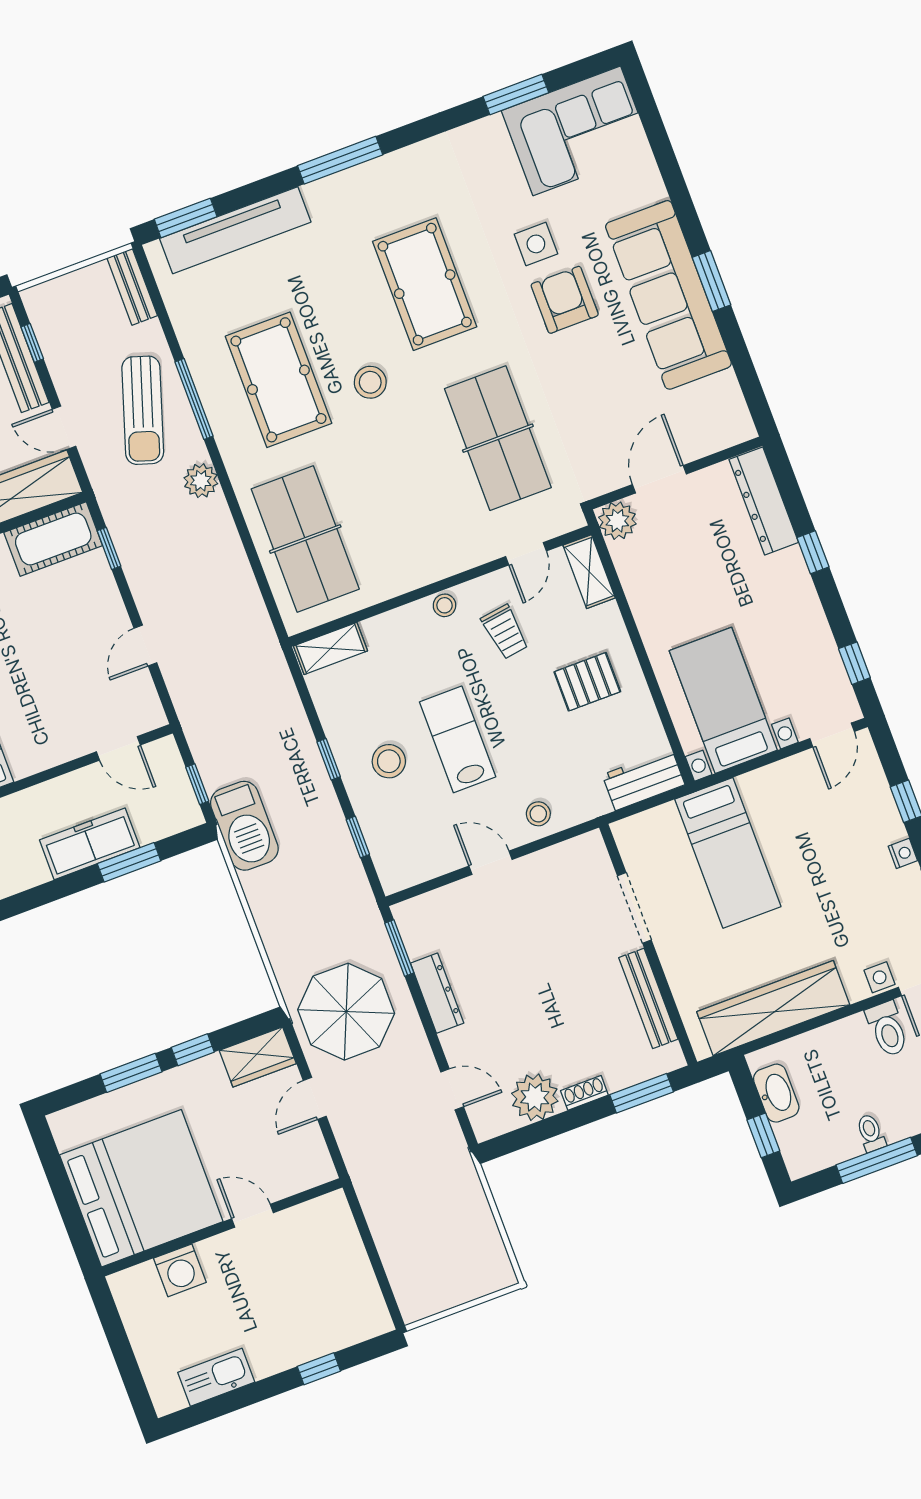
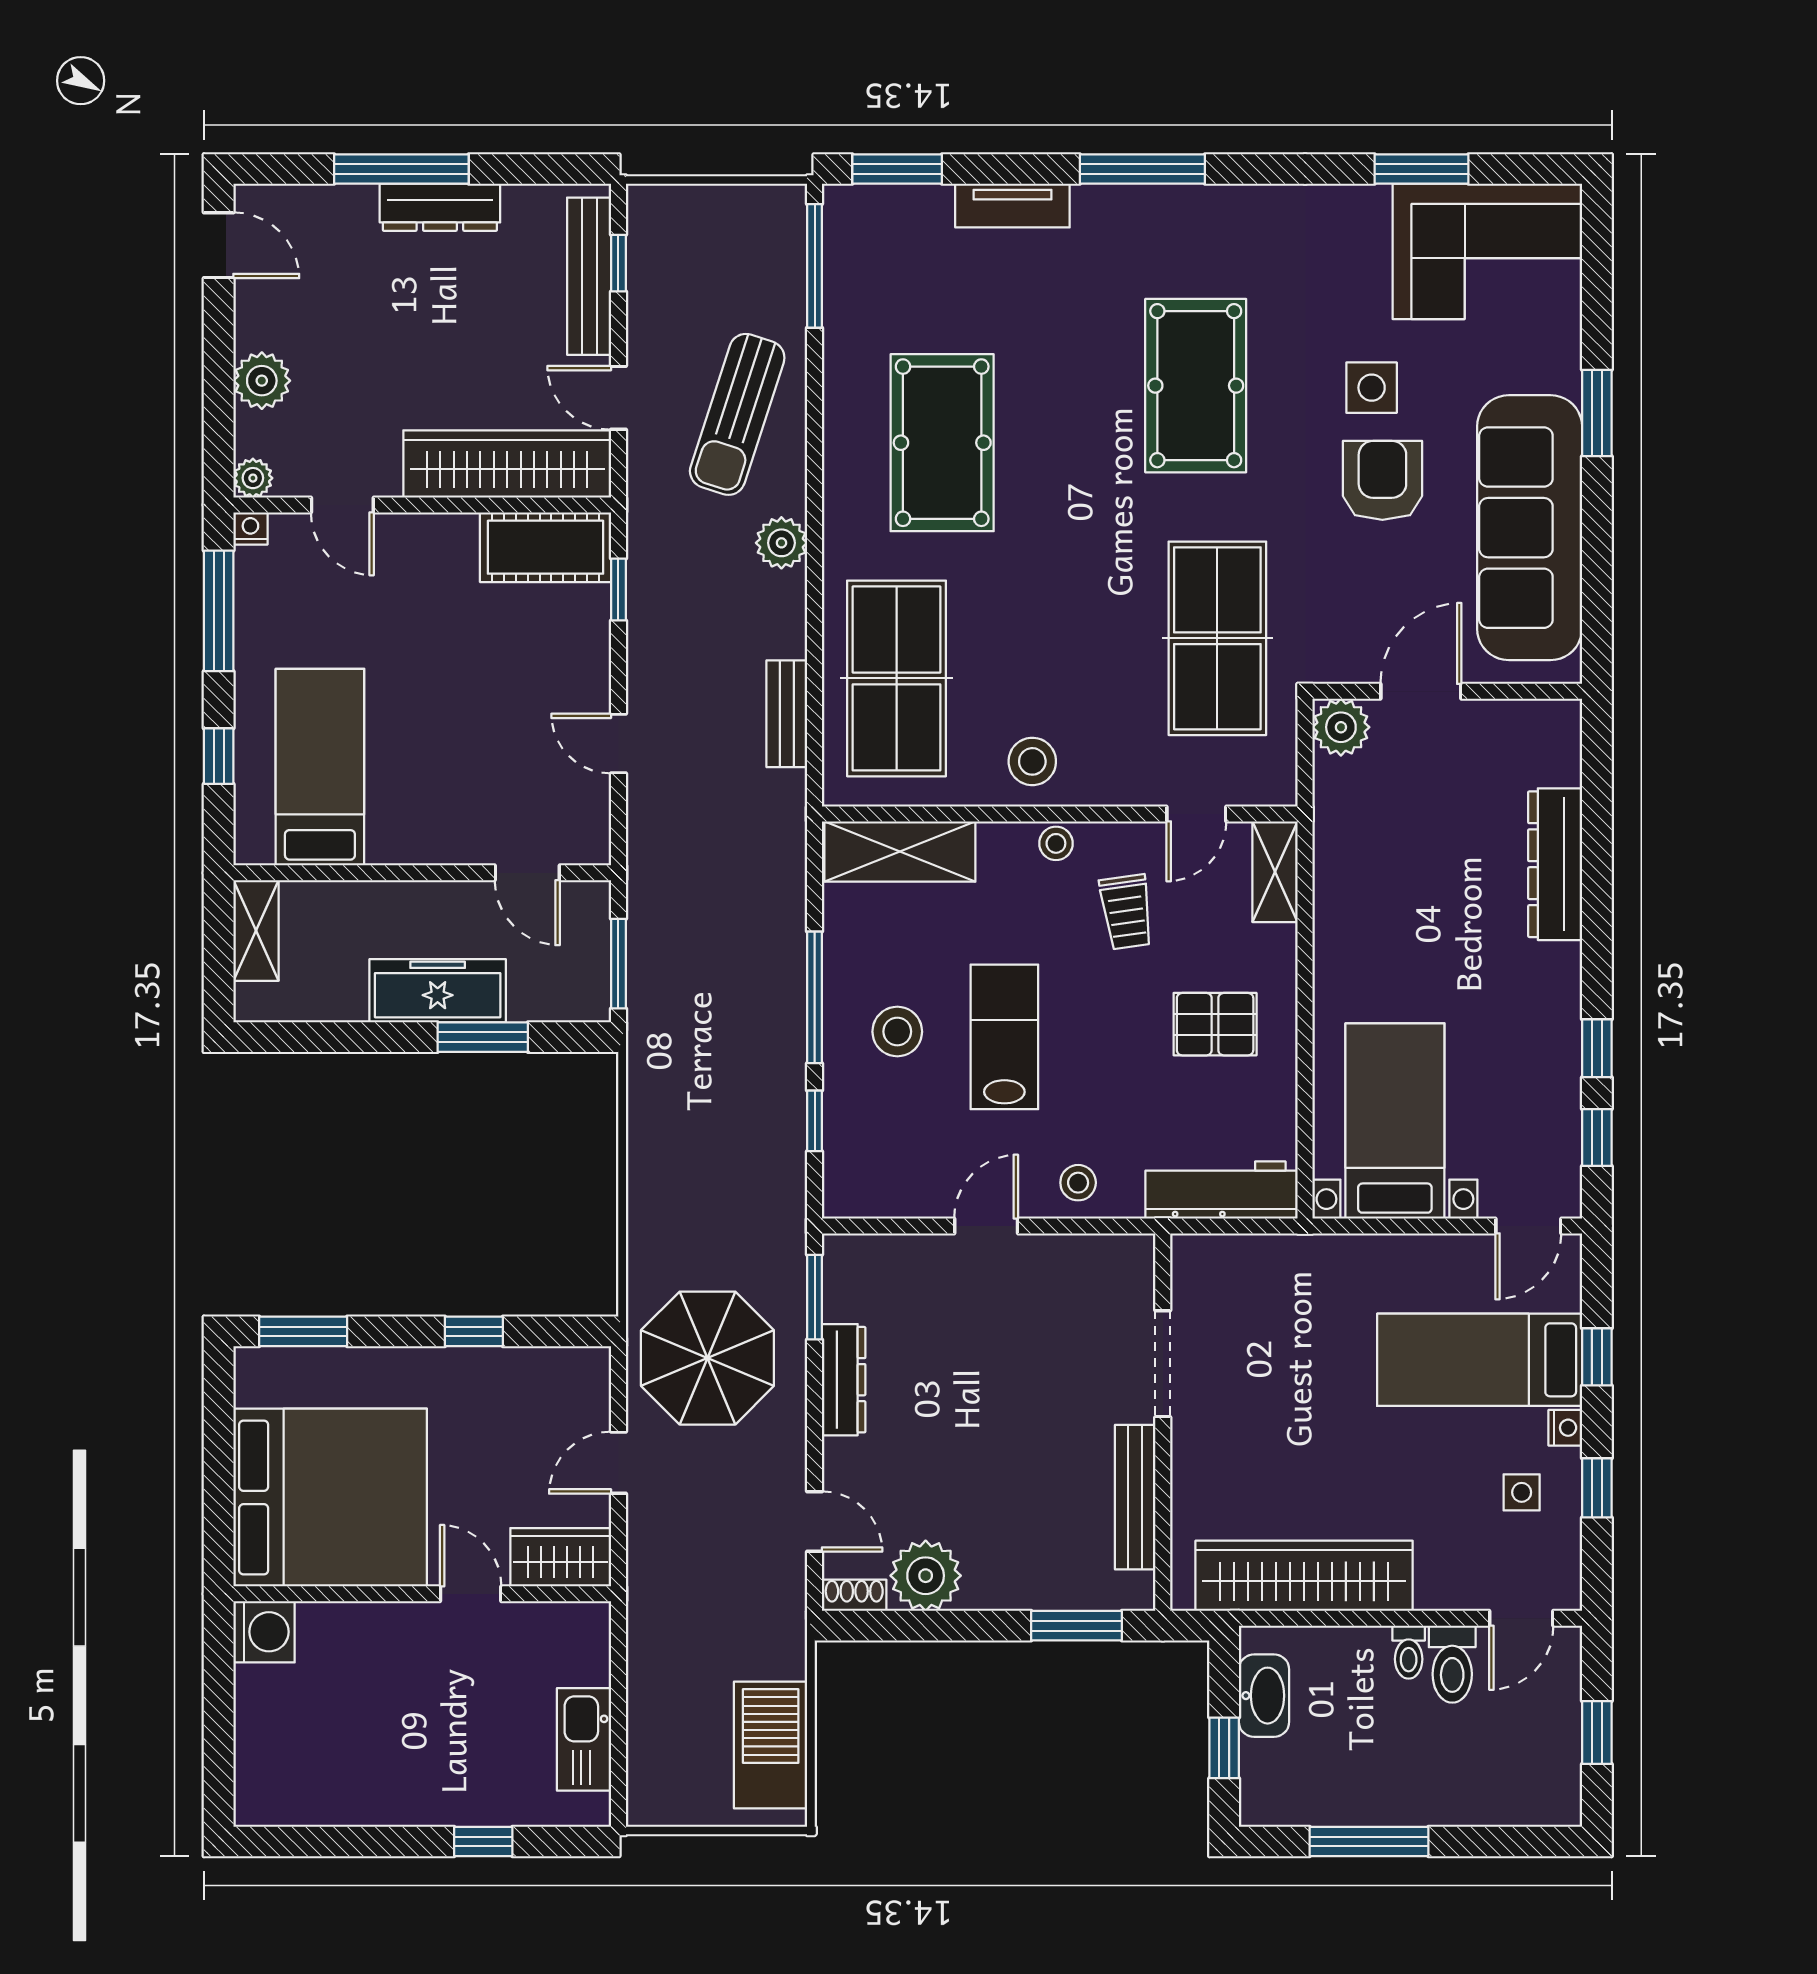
tv unit: (235, 230) -> (1012, 206), width x0.52, depth x0.78
window: (712, 281) -> (1597, 413), moved
bench: (132, 287) -> (787, 714), moved
stool: (370, 382) -> (1032, 761), moved
window: (194, 399) -> (815, 266), moved
wall: (676, 473) -> (1447, 691), moved
door: (659, 479) -> (1421, 691), moved
plant: (617, 521) -> (1341, 727), moved
window: (813, 552) -> (1597, 1048), moved
door: (145, 646) -> (618, 744), hinge flipped
shelving: (330, 648) -> (900, 852), width x1.50, depth x1.33
window: (329, 759) -> (815, 997), width x2.17
workbench: (643, 780) -> (1222, 1190), width x1.37
window: (197, 784) -> (618, 964), width x1.50
barbecue: (244, 826) -> (771, 1745), moved, turned 180
bed: (728, 853) -> (1480, 1360), moved, turned 90
door: (491, 863) -> (986, 1226), hinge flipped
side table: (880, 977) -> (1522, 1492), moved
wardrobe: (258, 1057) -> (561, 1557), moved, turned 180
window: (131, 1073) -> (303, 1331), moved
shoe rack: (584, 1093) -> (854, 1595), moved
toilet: (871, 1133) -> (1409, 1652), moved, turned 180
washing machine: (180, 1270) -> (264, 1632), moved, turned -90
kitchen sink: (216, 1377) -> (584, 1739), moved, turned -90

